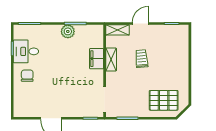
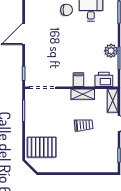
printer: (96, 39) -> (104, 79), added
filing cabinet: (97, 59) -> (78, 80), width x0.50
pallet: (164, 100) -> (42, 147), turned 90

